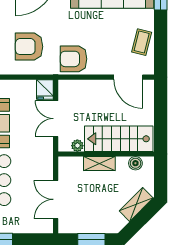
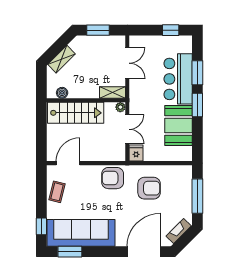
armchair: (74, 59) -> (113, 178), turned 180
door: (128, 77) -> (68, 163), hinge flipped
plant: (77, 146) -> (120, 107), moved
shelving: (99, 164) -> (112, 93), moved

